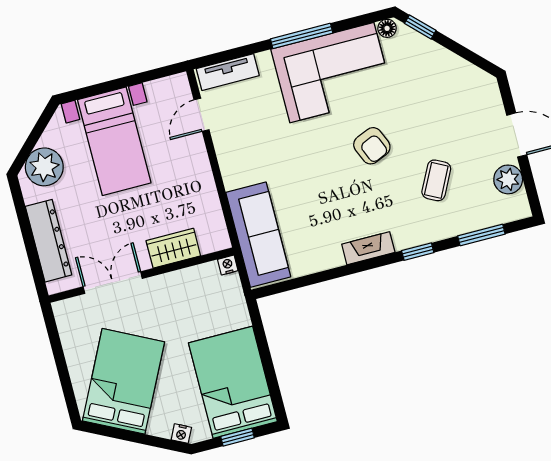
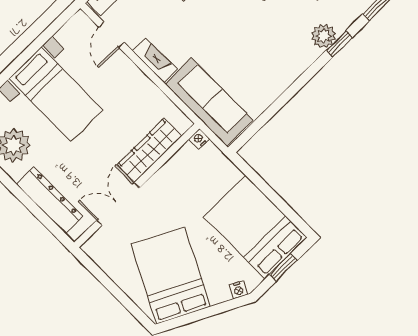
plant: (407, 235) -> (324, 36), added
wardrobe: (173, 248) -> (149, 150), width x1.50
fireplace: (368, 248) -> (155, 60), moved, turned 90

